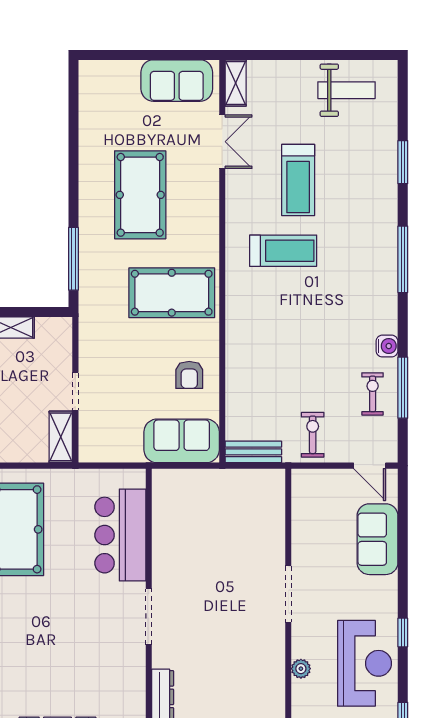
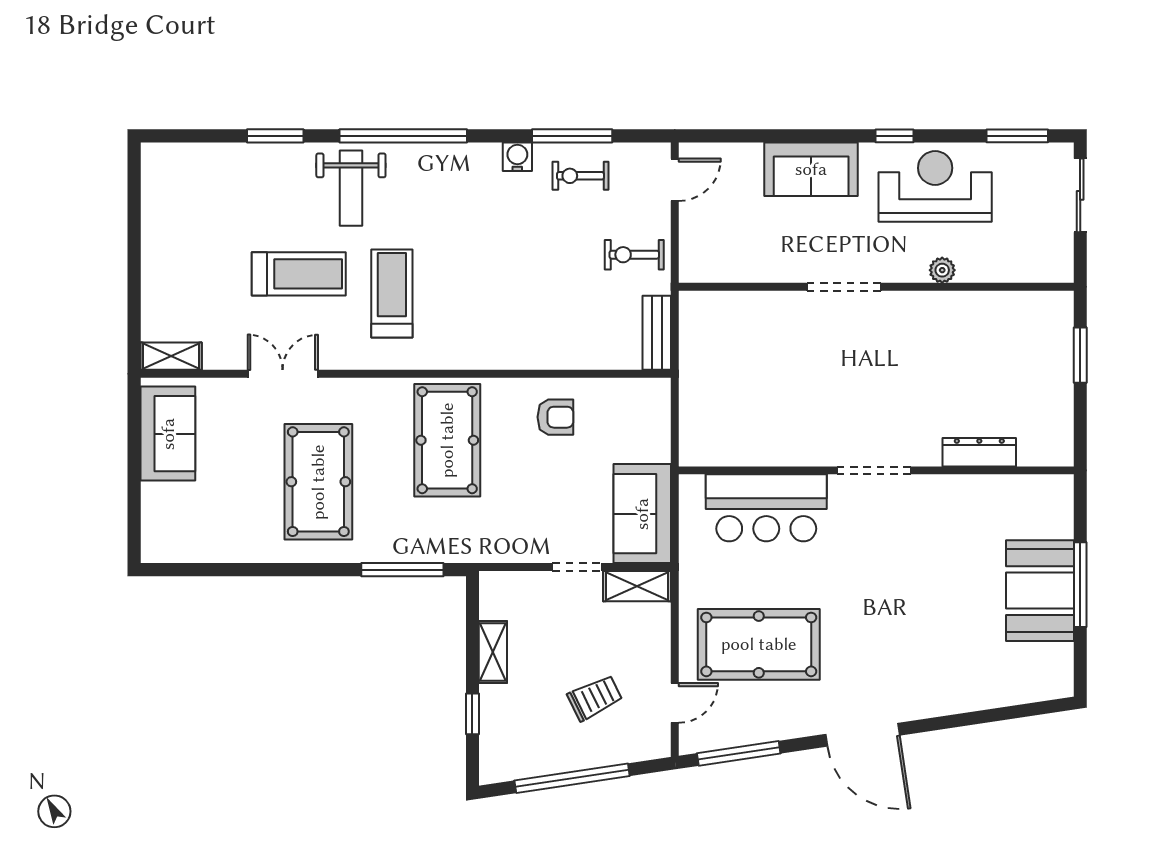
weight bench: (346, 90) -> (351, 188), moved, turned 180
double door: (222, 142) -> (283, 374), moved
pool table: (140, 195) -> (318, 482), turned 90
window: (403, 259) -> (403, 136), width x1.46
sofa: (182, 441) -> (642, 514), moved
sofa: (377, 539) -> (811, 169), moved

